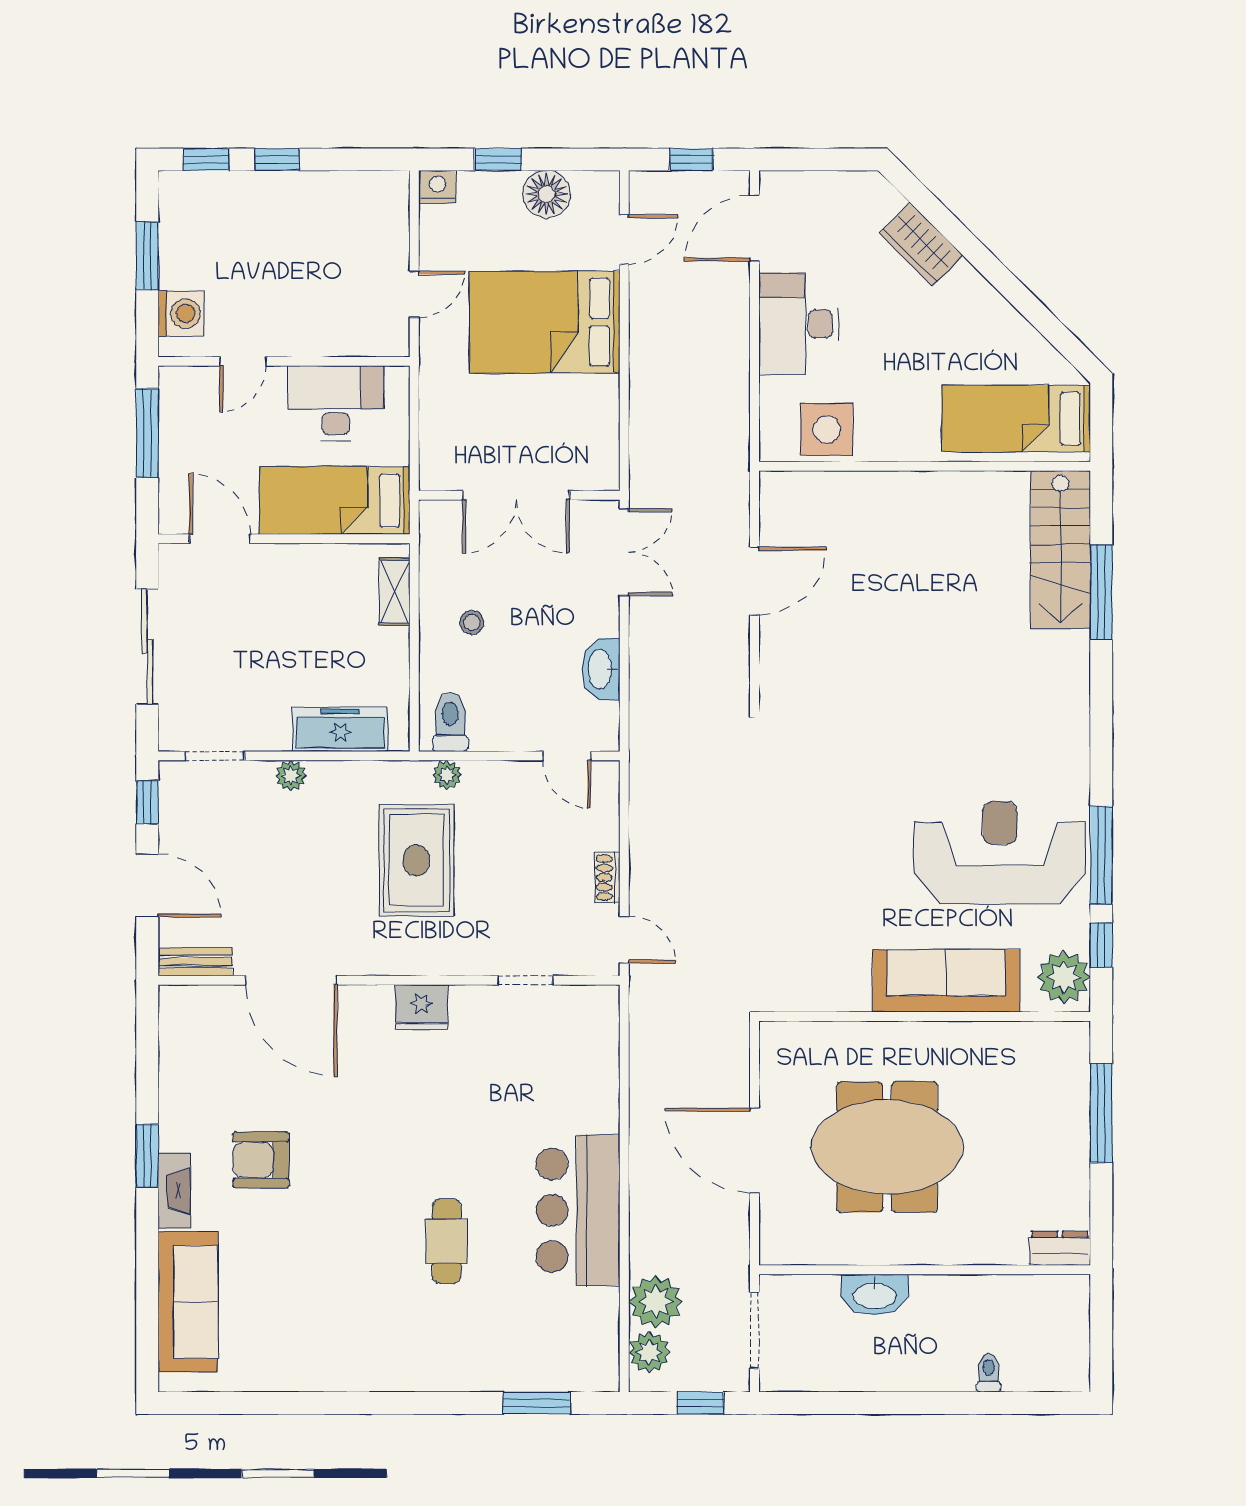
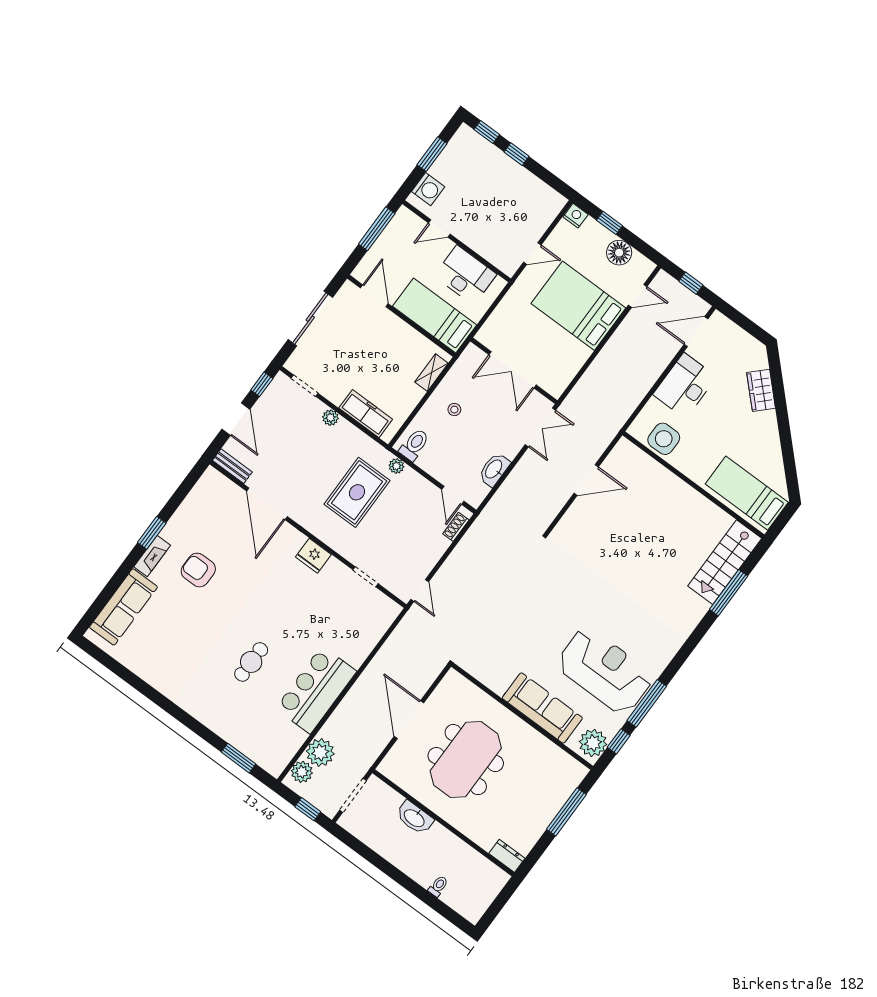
shoe rack: (607, 878) -> (456, 527), moved
meeting table: (887, 1147) -> (466, 760), turned 90

